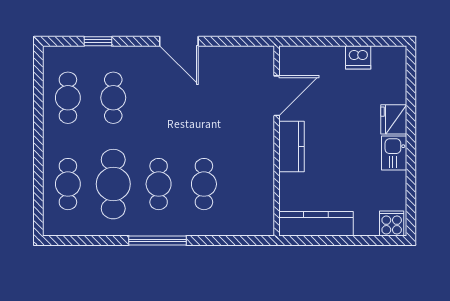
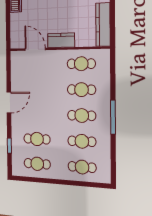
cafe table: (113, 184) -> (82, 141), width x0.73, depth x0.74
cafe table: (249, 184) -> (81, 64), added

